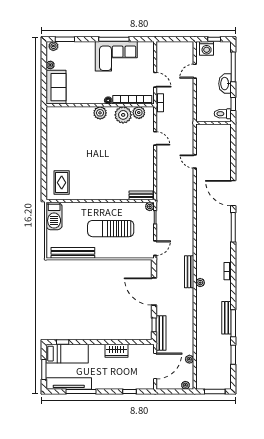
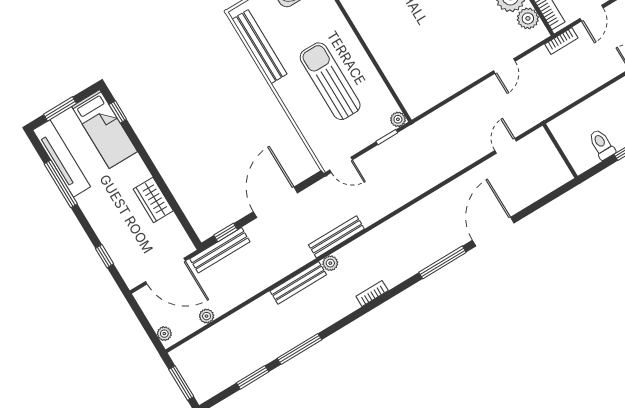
wall: (213, 123) -> (560, 151), moved
bench: (141, 195) -> (407, 96), removed
bench: (226, 318) -> (298, 283), moved

